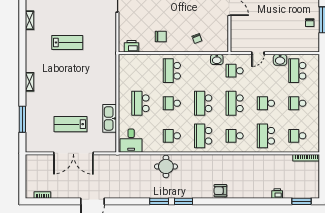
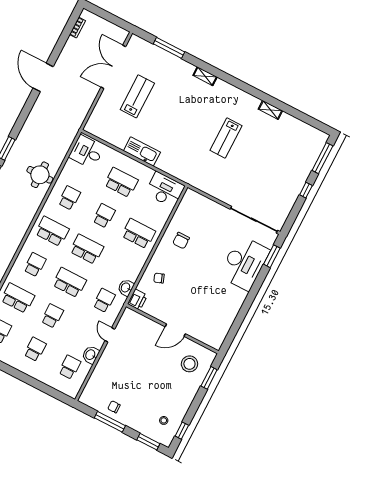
printer: (132, 46) -> (137, 300), moved
desk: (129, 68) -> (165, 190), added
school desk: (297, 71) -> (70, 367), width x0.54
kitchen sink: (110, 118) -> (142, 152), moved
double door: (73, 153) -> (113, 67), moved

